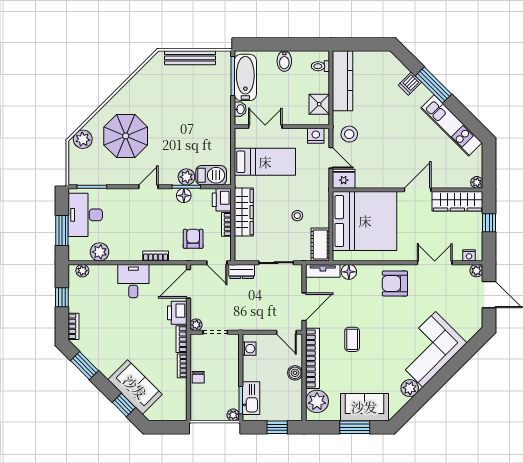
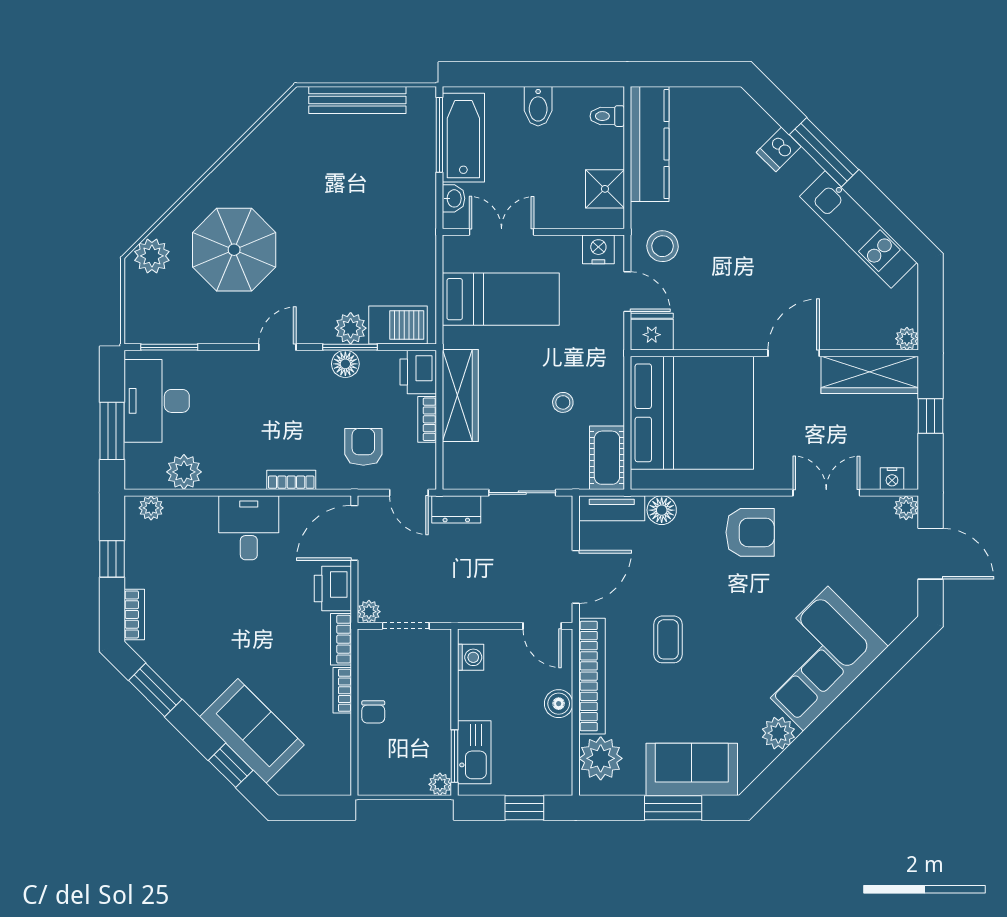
armchair: (395, 283) -> (750, 532), turned 180

